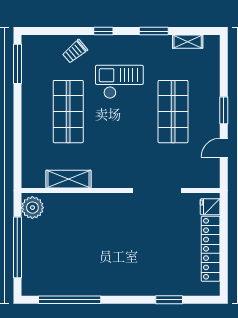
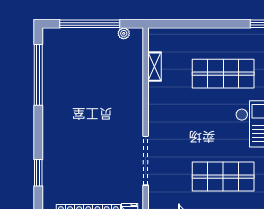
shelving: (69, 179) -> (154, 67), width x0.67, depth x0.75
plant: (32, 208) -> (124, 33), width x0.53, depth x0.53

